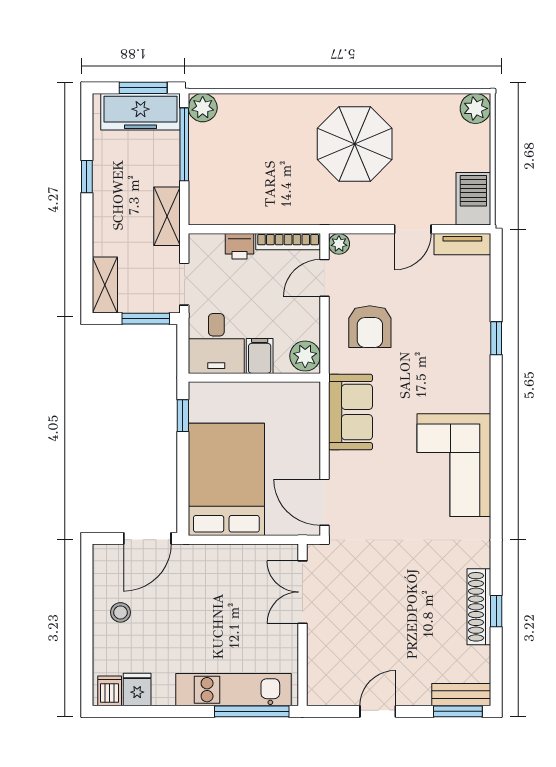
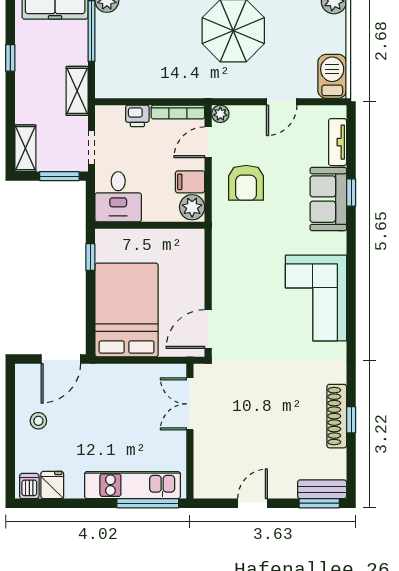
tv unit: (462, 244) -> (338, 142), moved, turned 90
filing cabinet: (260, 356) -> (190, 182), moved, turned -90
sofa: (350, 412) -> (328, 199), moved, turned 180
door: (324, 502) -> (208, 329), hinge flipped

